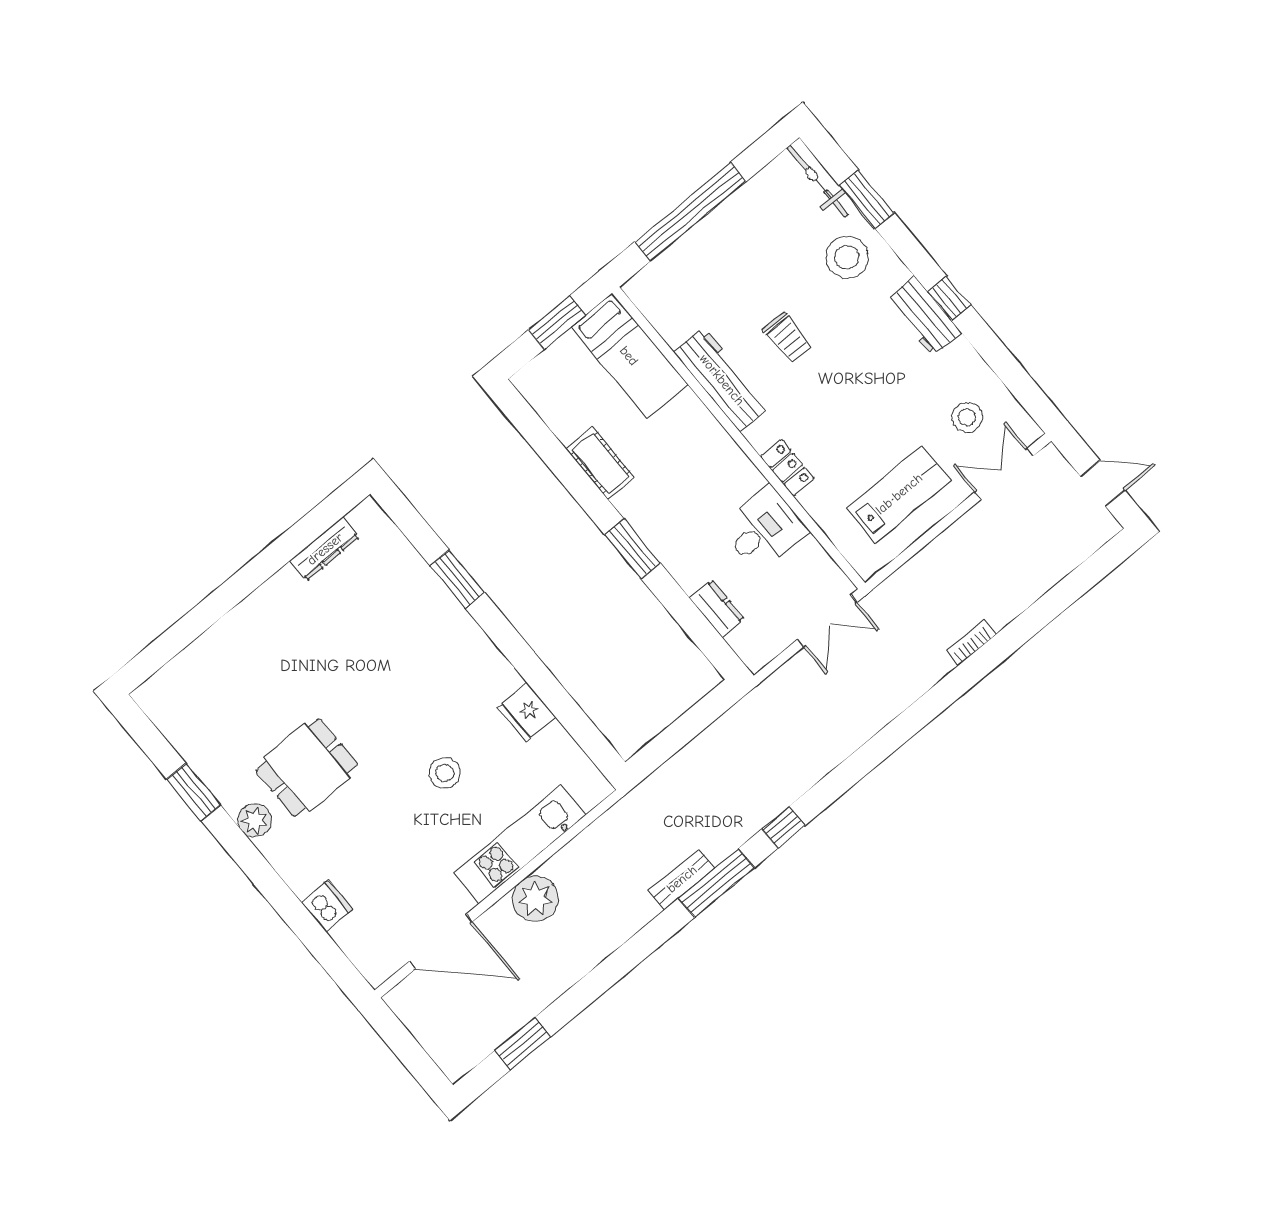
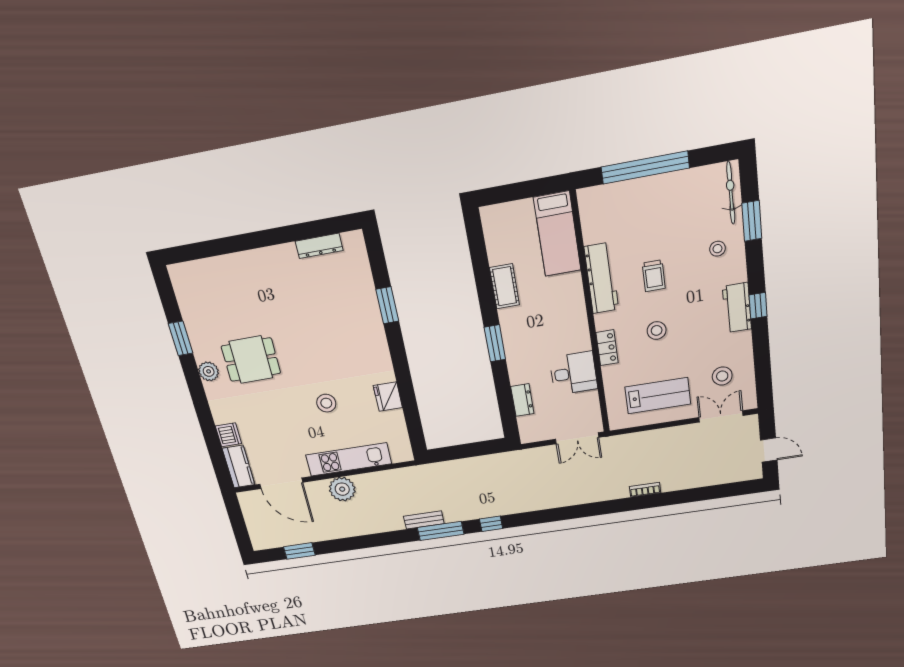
stool: (847, 257) -> (717, 249), width x0.53, depth x0.53
window: (557, 322) -> (527, 189), removed
stool: (838, 407) -> (657, 330), added
kitchen counter: (365, 950) -> (239, 467), added

